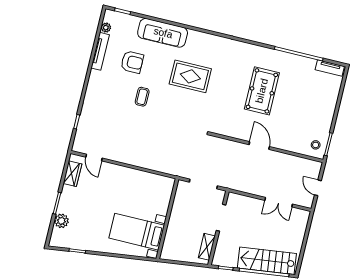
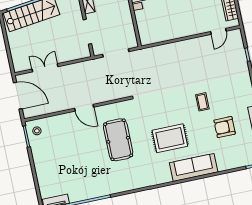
sofa: (163, 33) -> (194, 167), moved
pool table: (262, 91) -> (118, 140), moved
door: (94, 158) -> (218, 31), swing flipped
door: (318, 188) -> (18, 96), width x1.88

